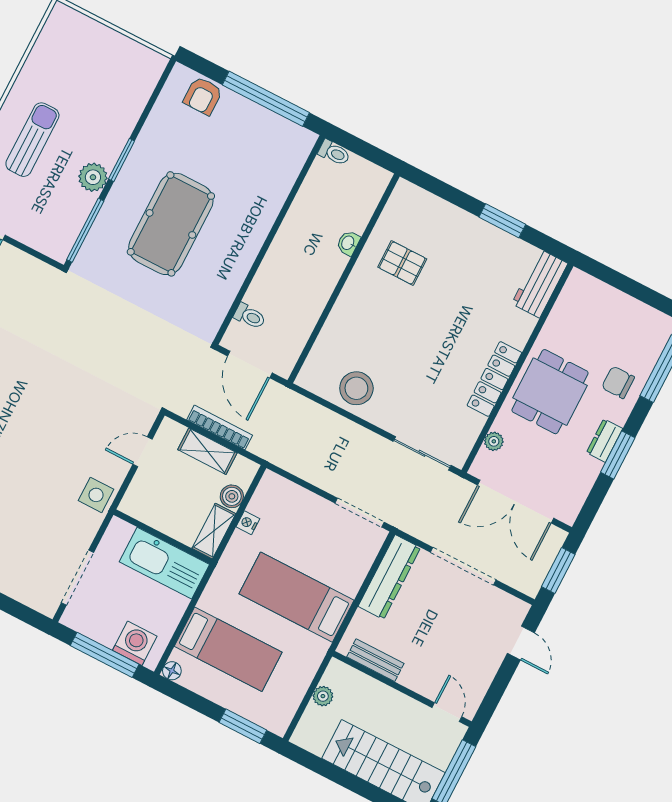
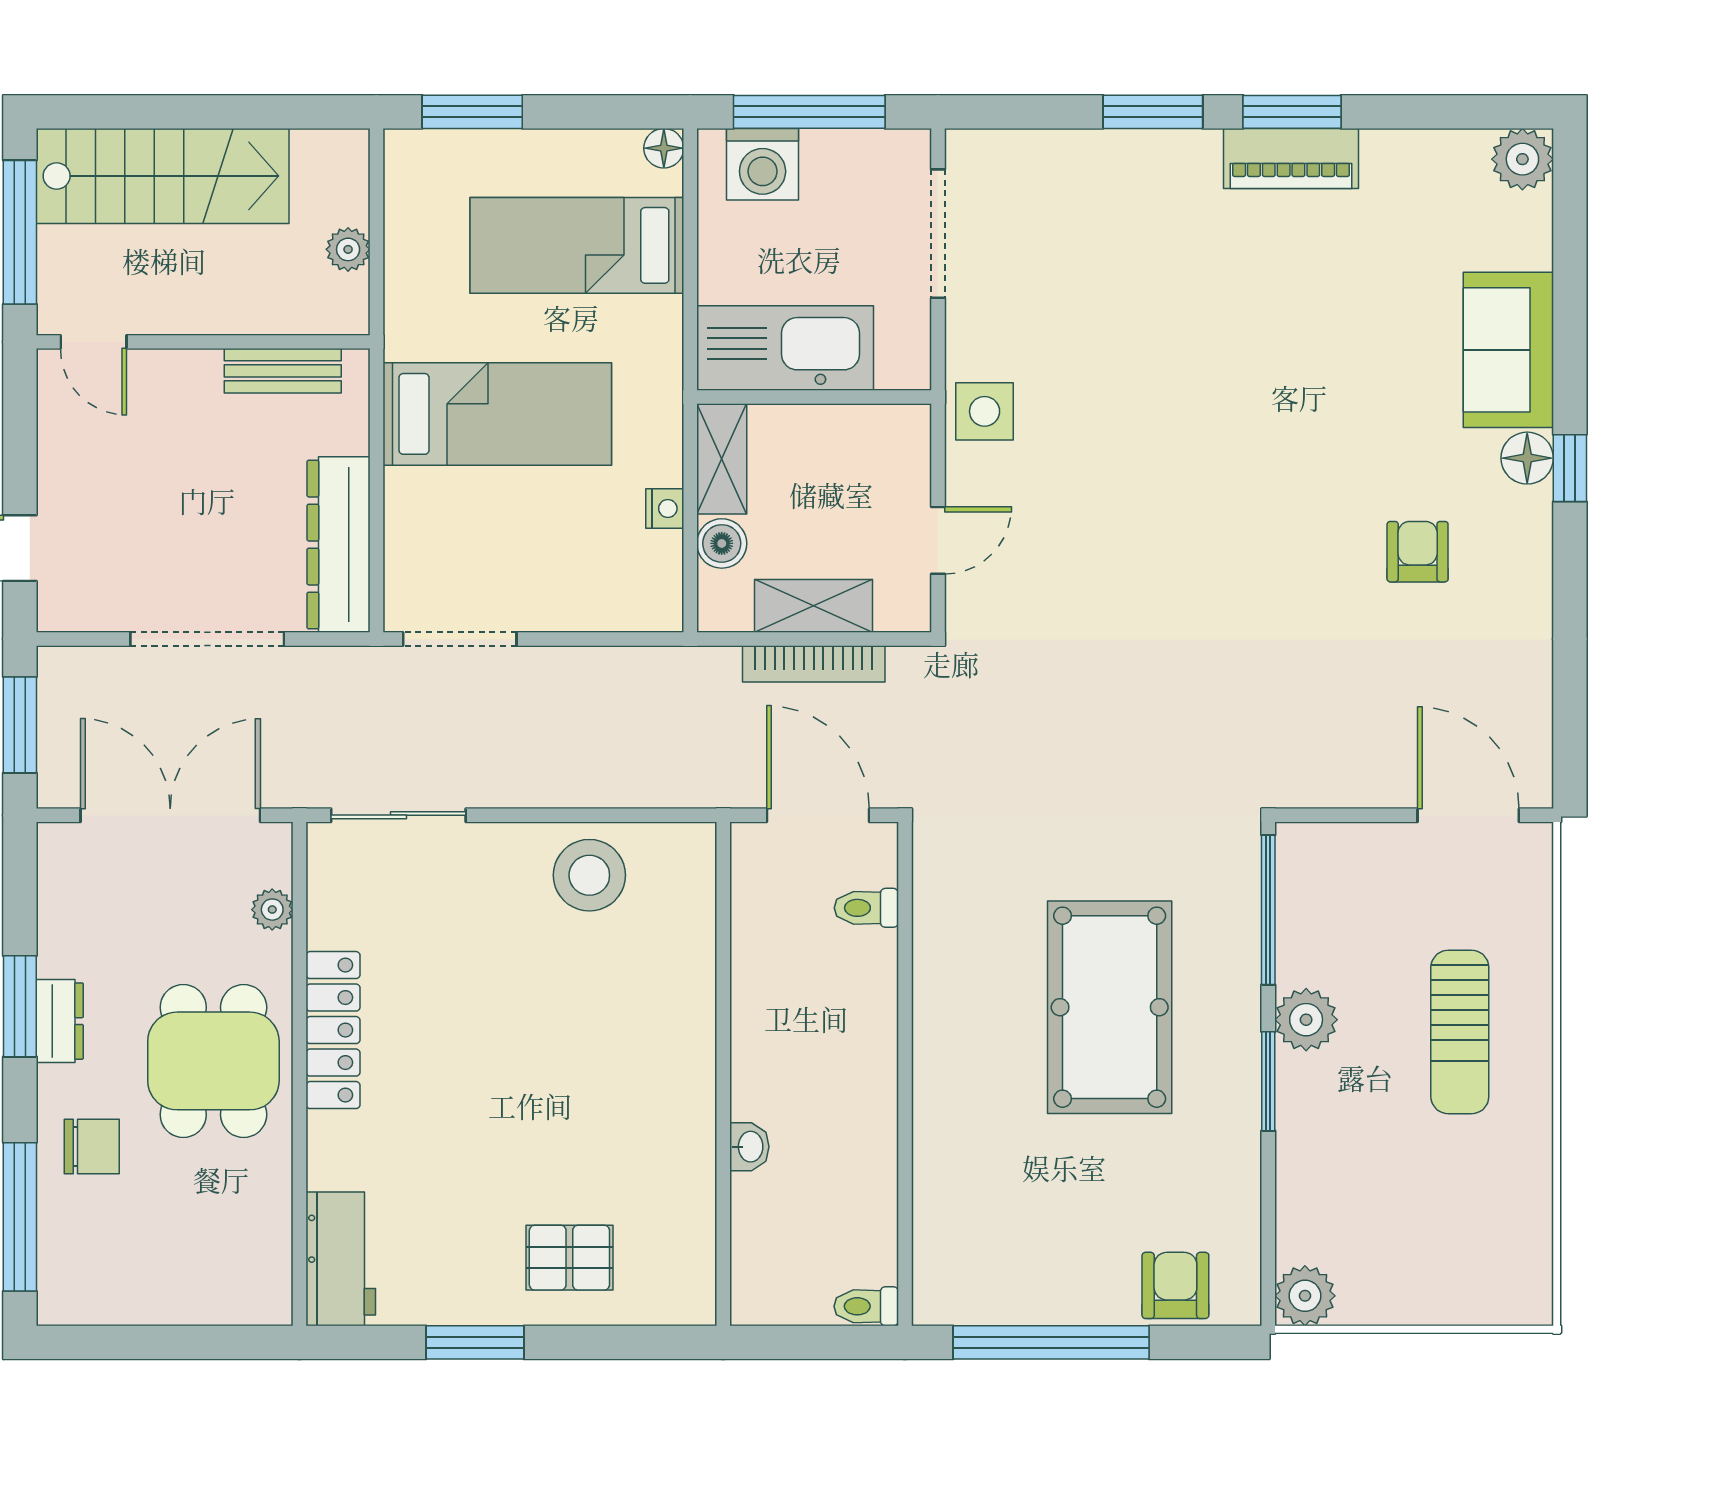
plant: (152, 64) -> (1305, 1296), added
pallet: (402, 263) -> (569, 1258), moved

